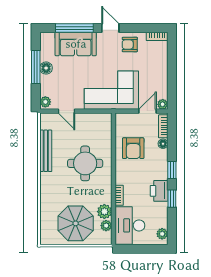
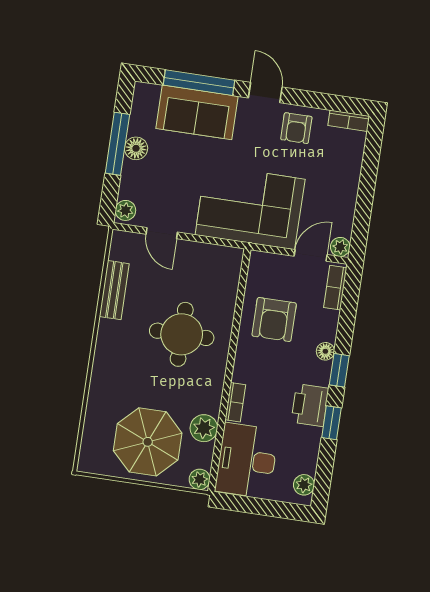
armchair: (130, 44) -> (296, 128), turned -90
floor lamp: (163, 144) -> (325, 351), moved
bench: (46, 151) -> (114, 290), width x0.73
plant: (106, 226) -> (200, 479), moved

